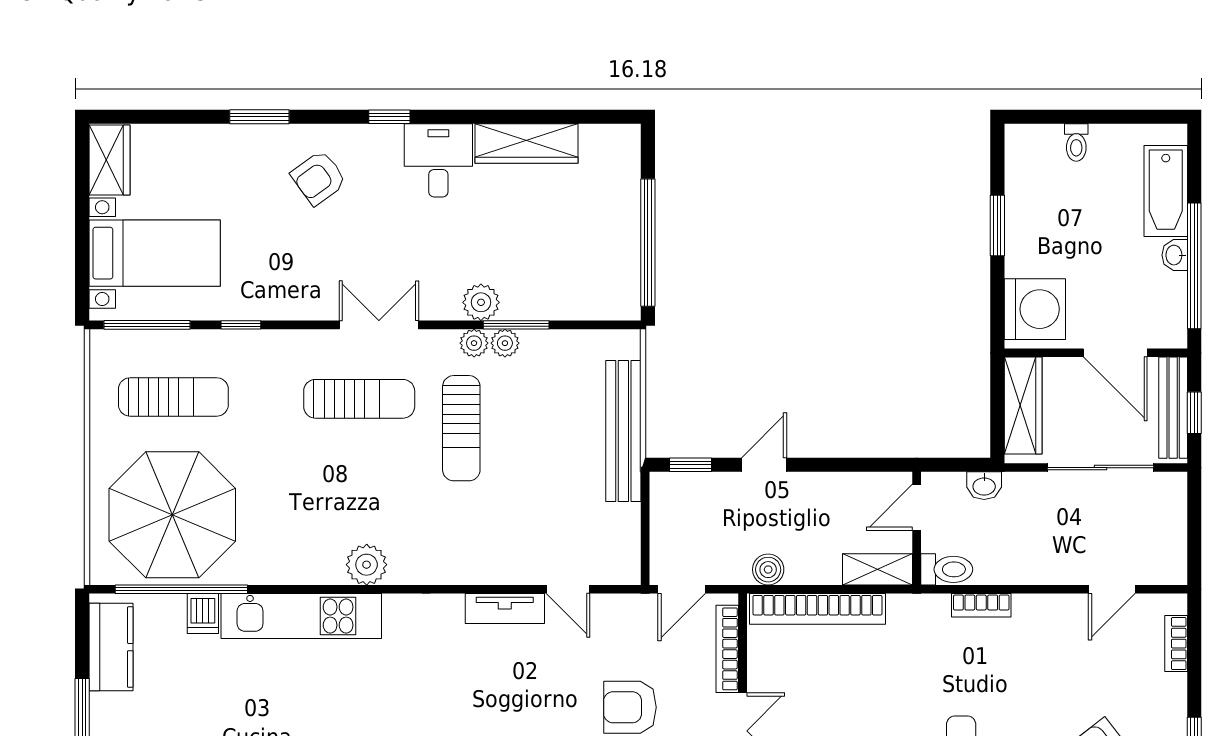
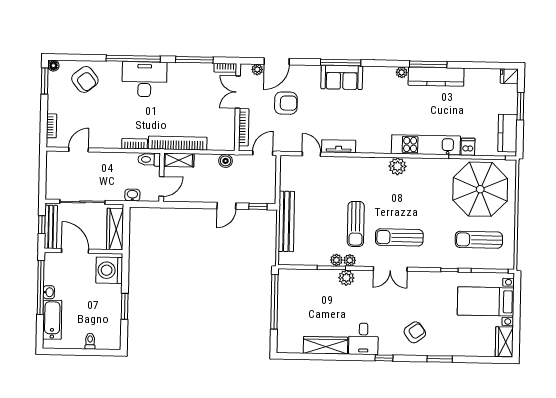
sun lounger: (461, 428) -> (356, 224), turned 180
bookcase: (817, 609) -> (178, 143), moved

